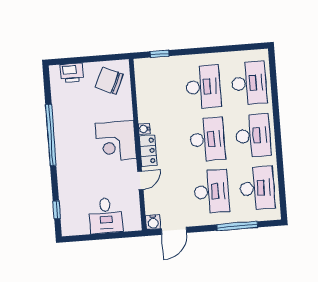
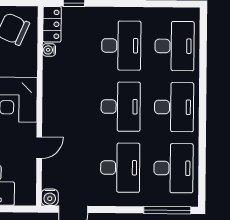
water cooler: (144, 129) -> (49, 50), moved
locker: (148, 151) -> (52, 24), moved
window: (237, 226) -> (167, 210), moved

